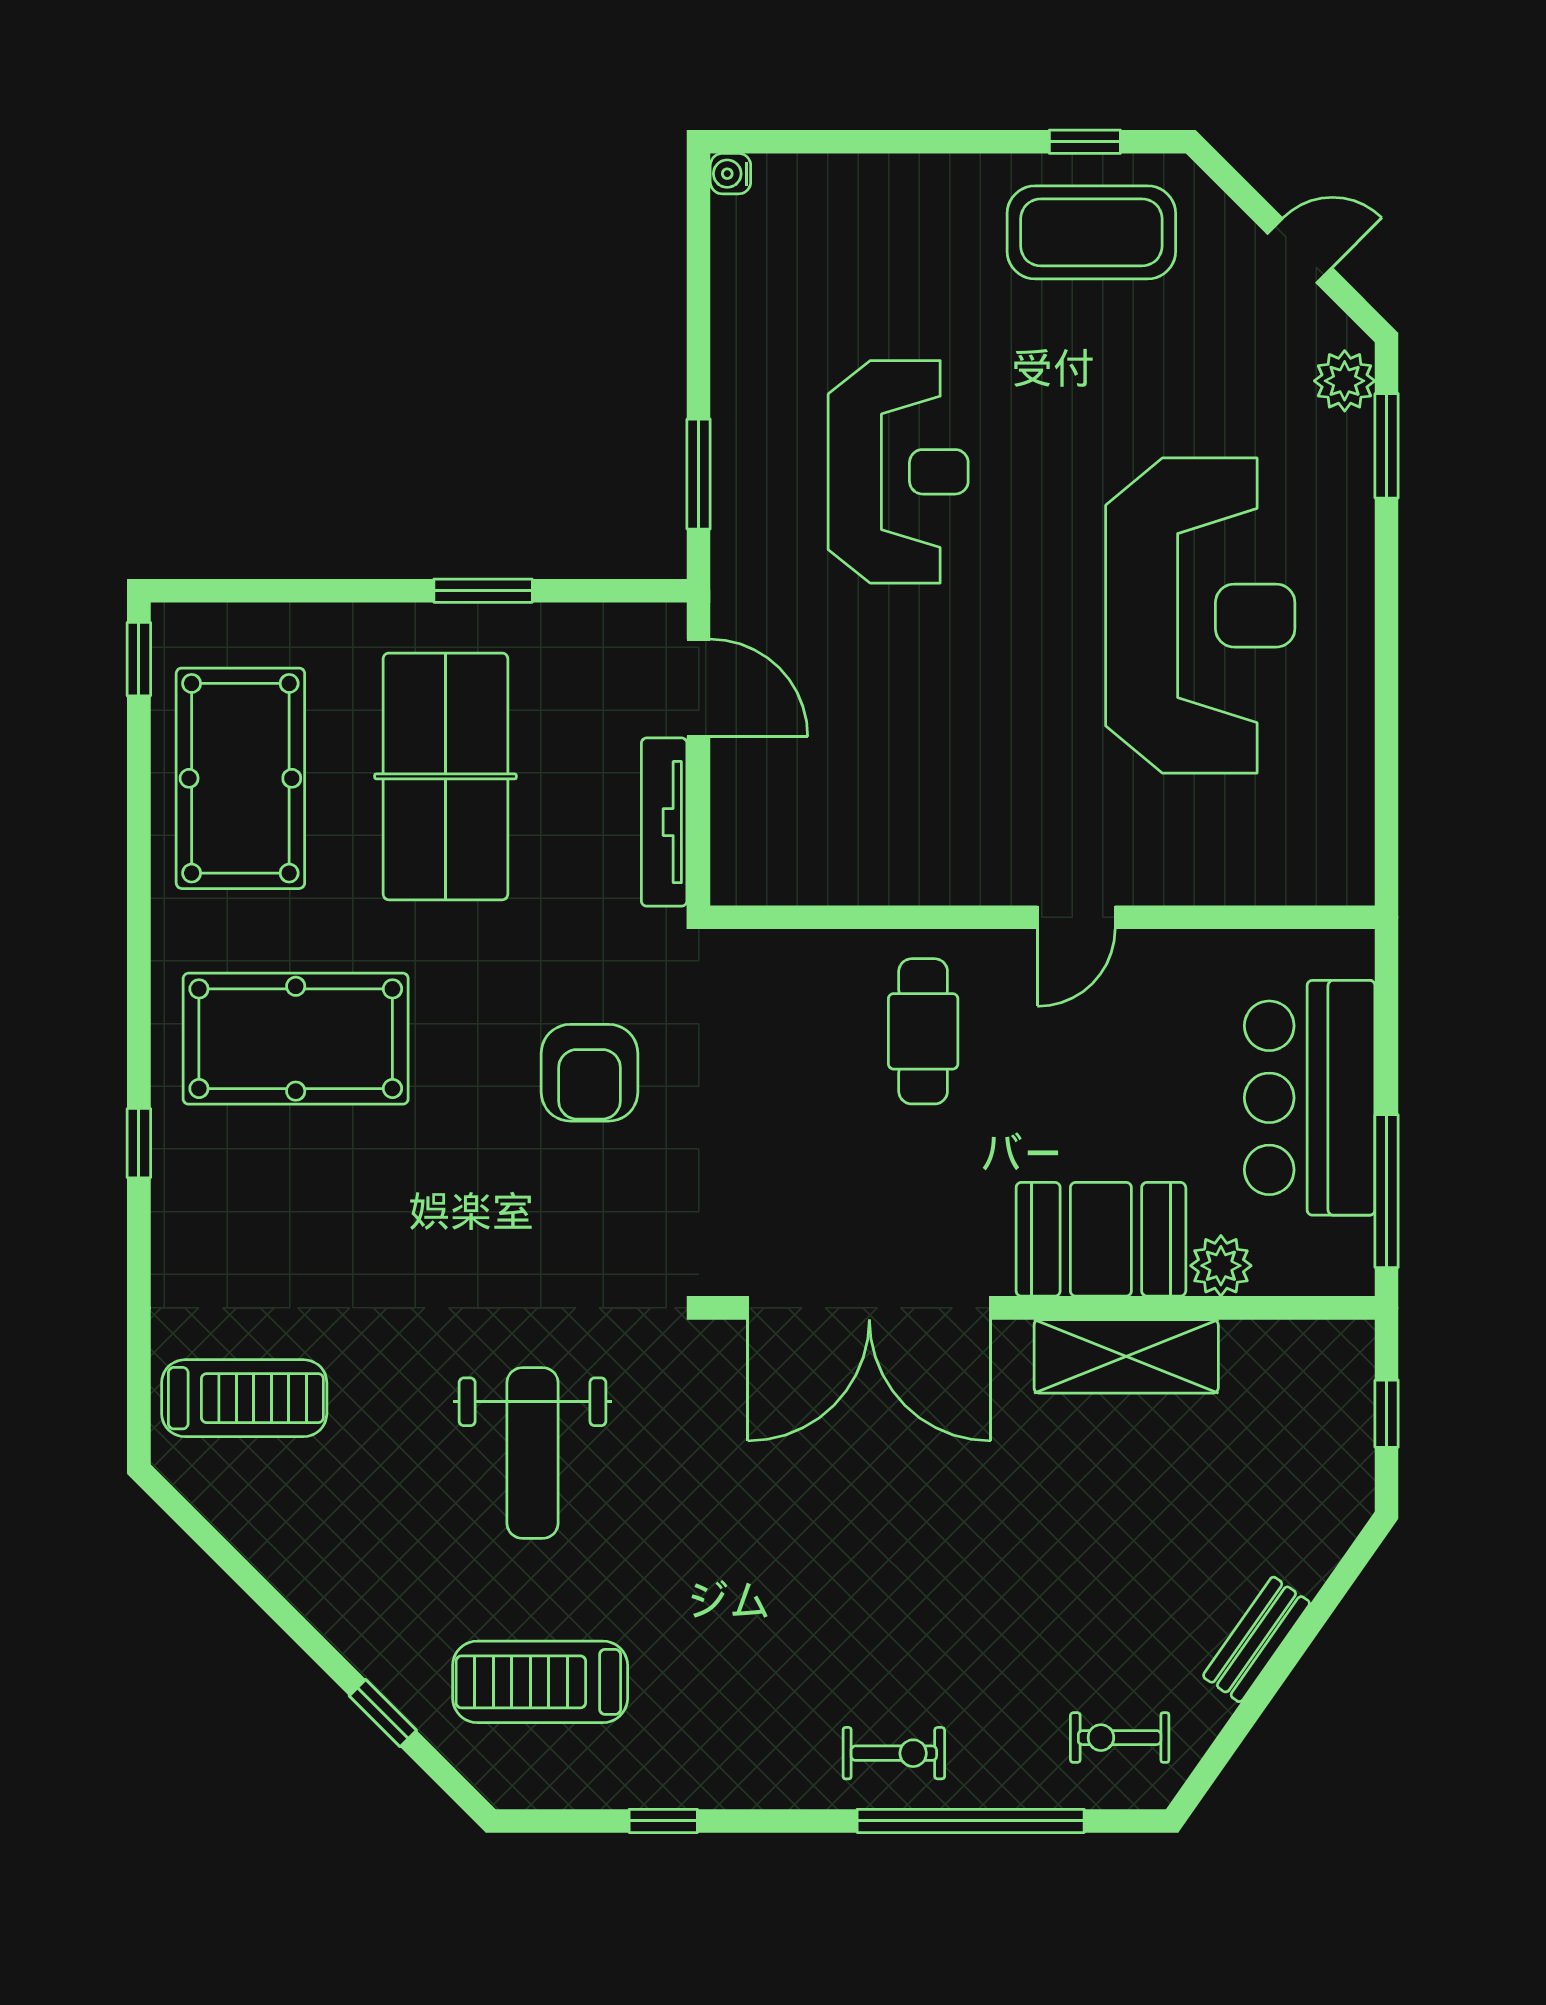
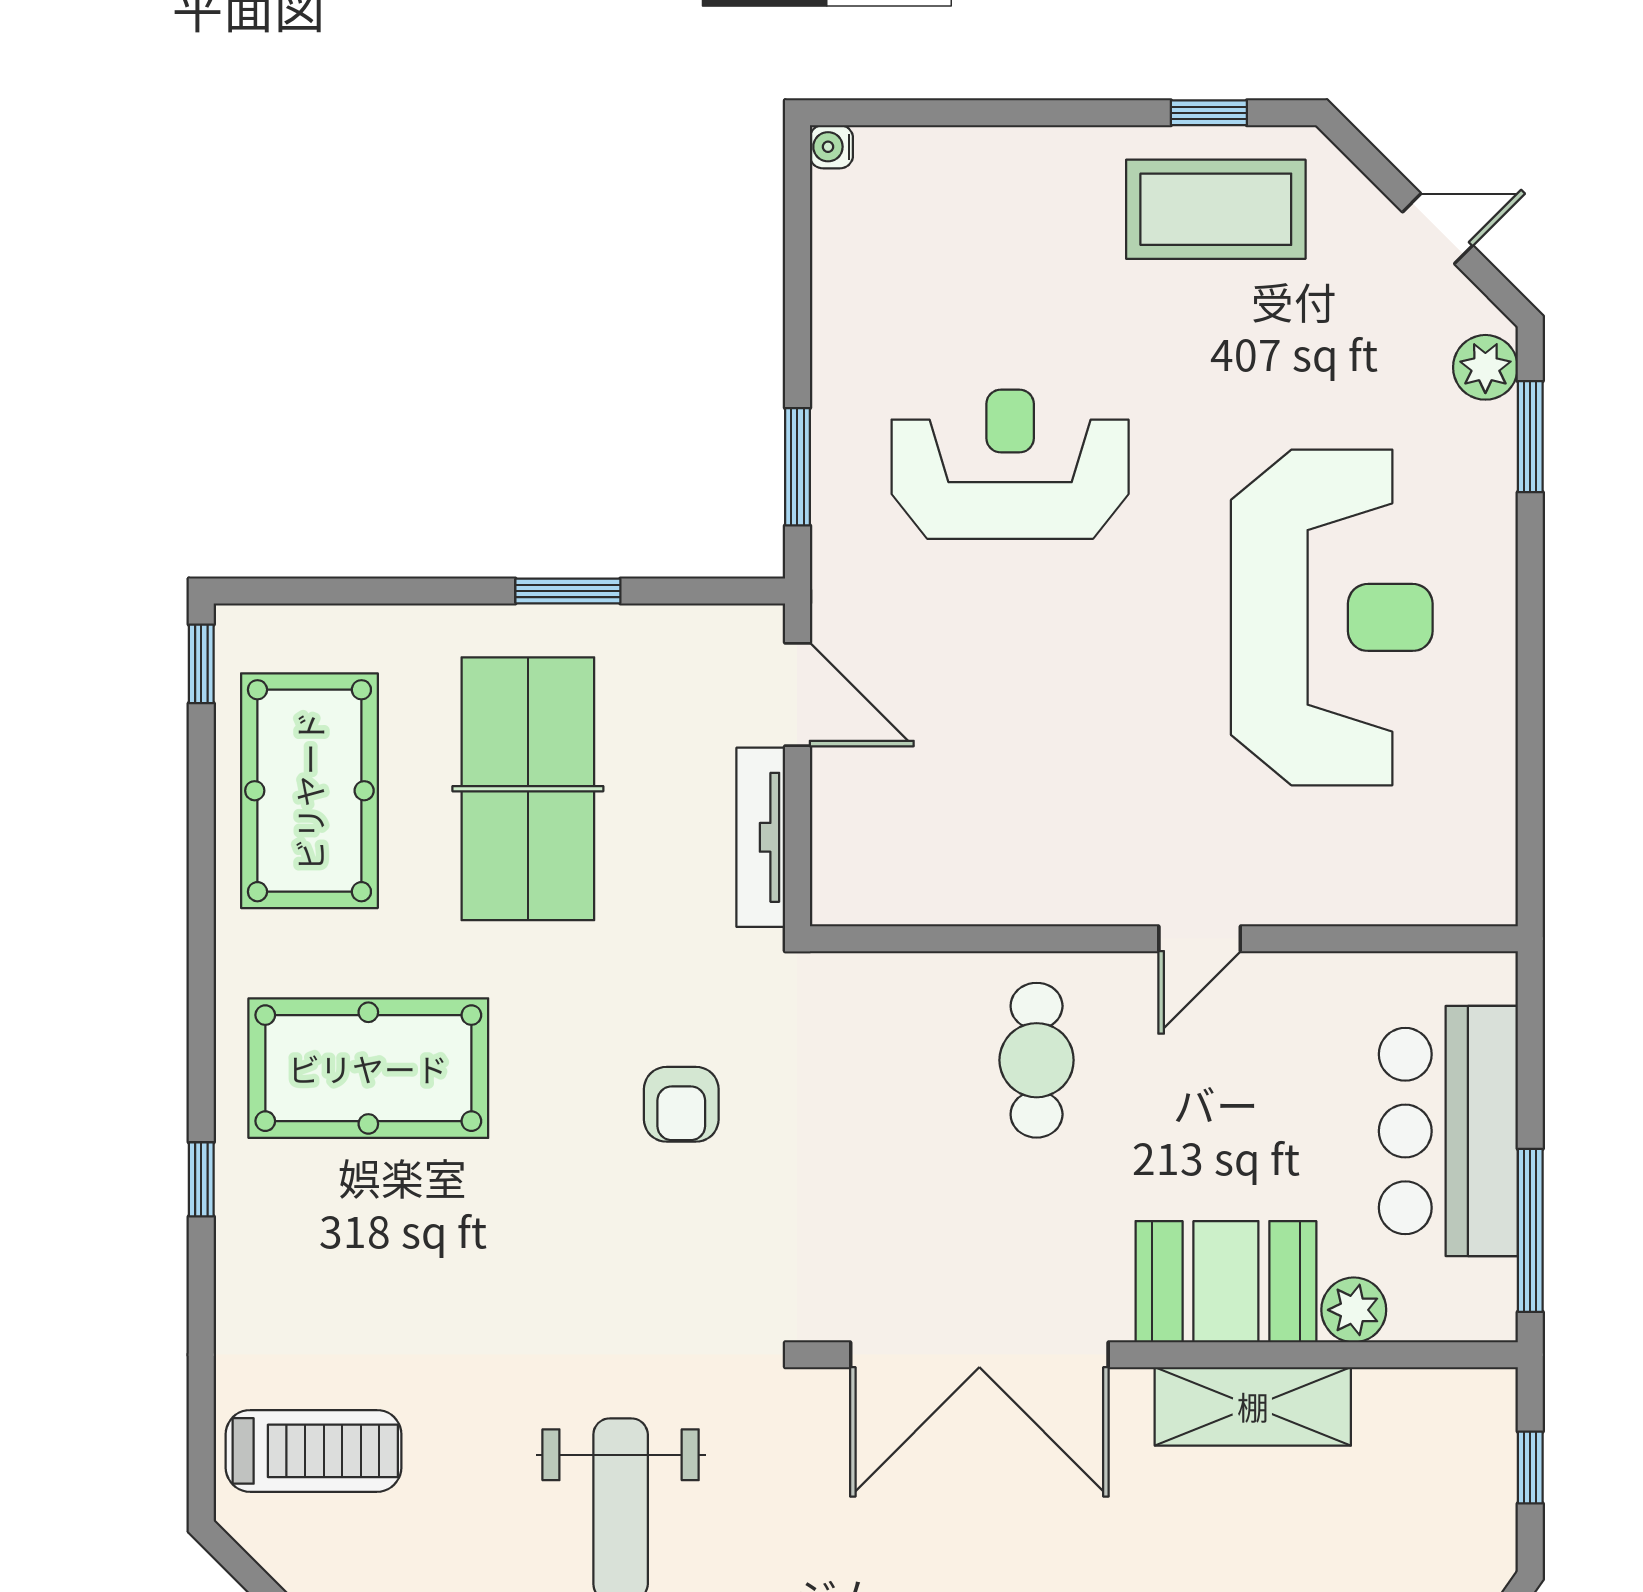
reception desk: (898, 472) -> (1010, 464), turned -90
armchair: (590, 1073) -> (681, 1104), width x0.72, depth x0.72

